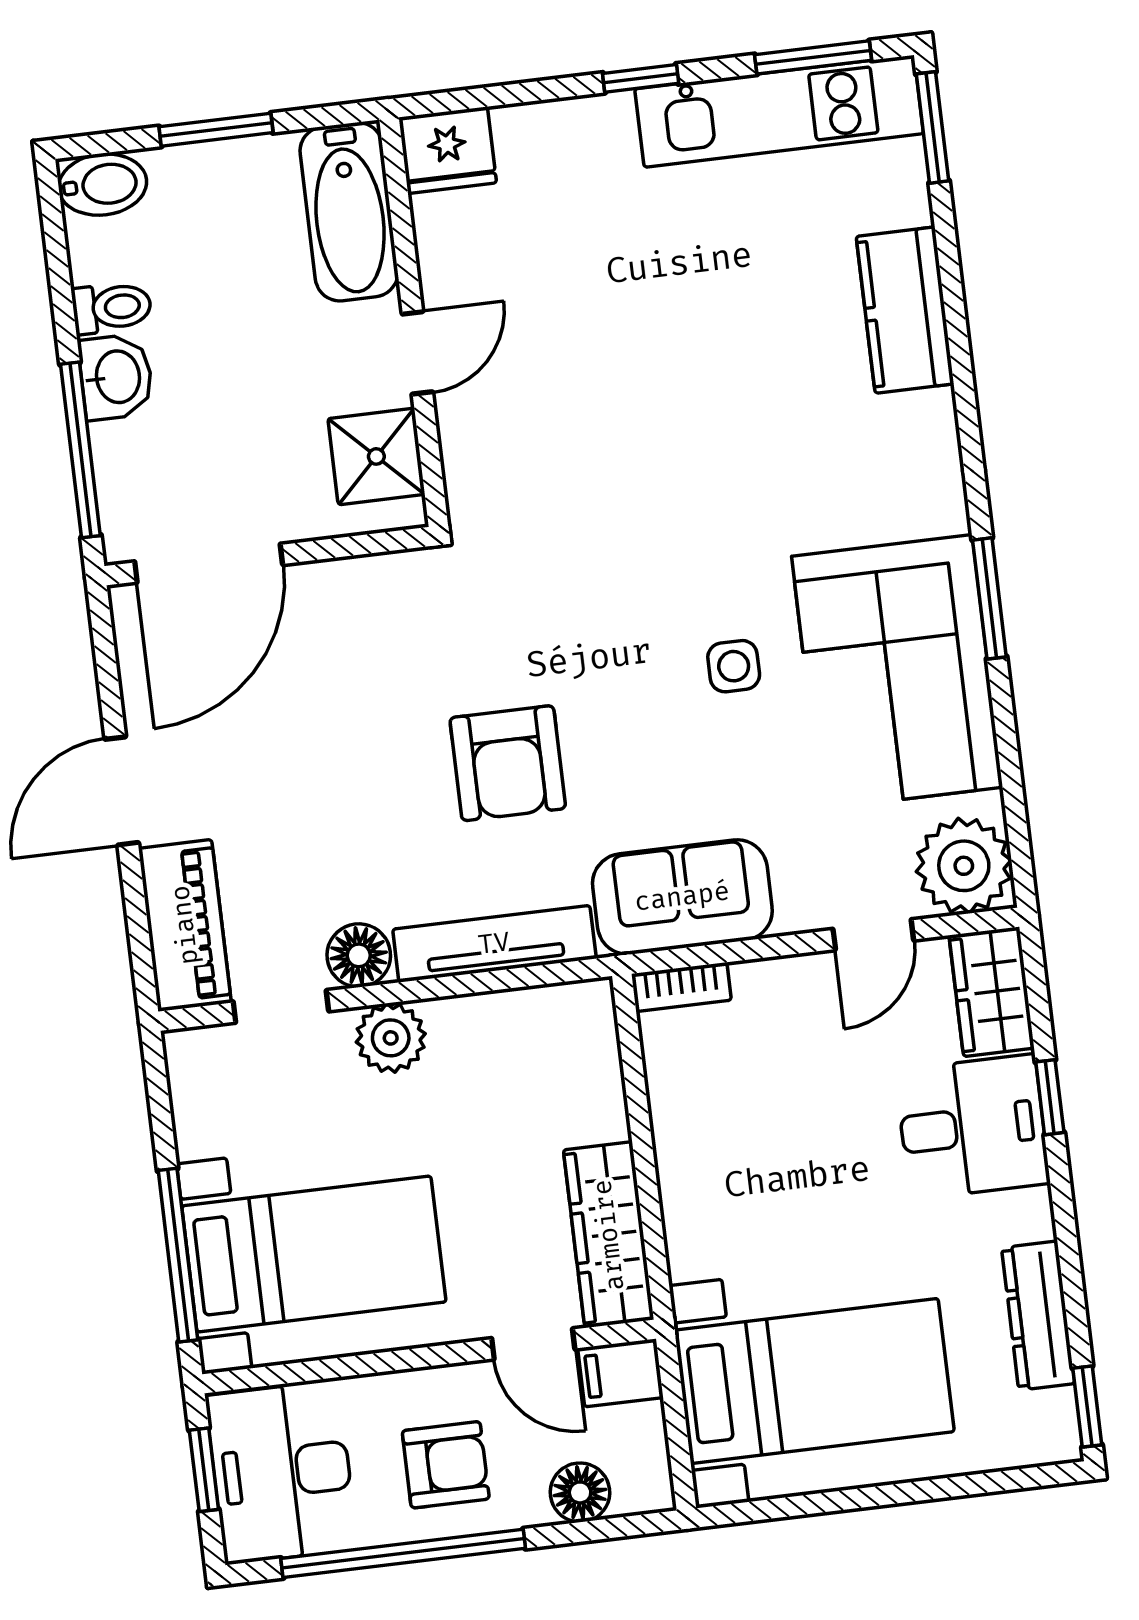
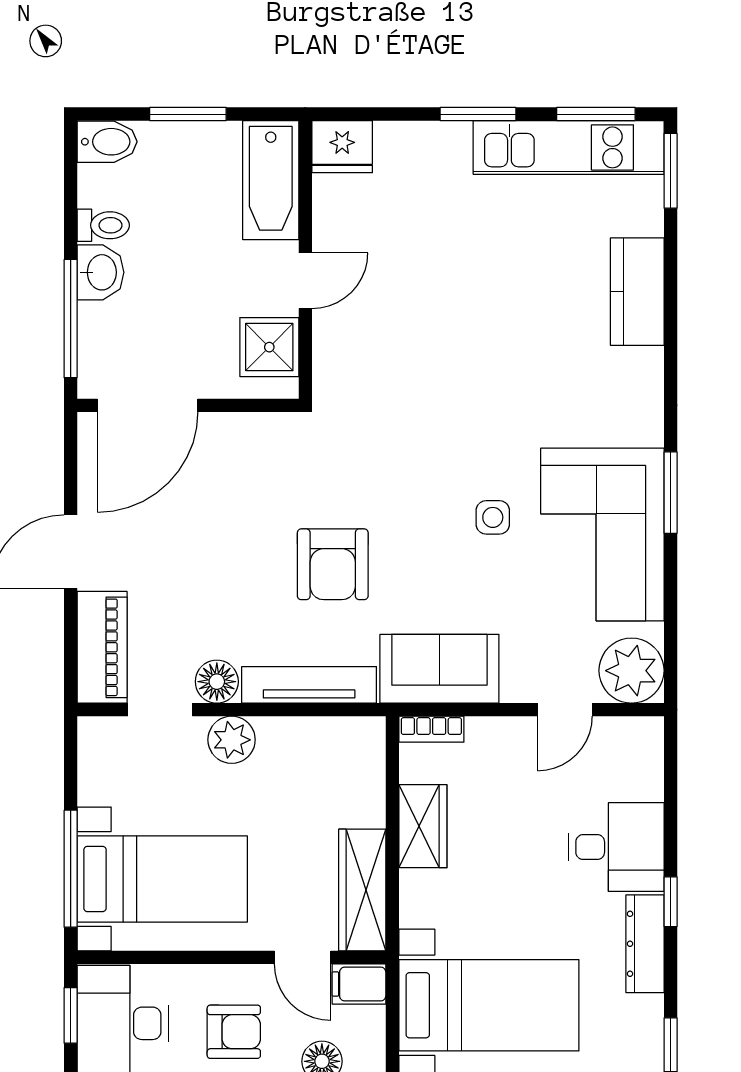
window: (641, 78) -> (478, 114), width x1.50
wardrobe: (992, 992) -> (423, 826), moved, turned 180
window: (1050, 1097) -> (671, 902), moved
dresser: (1038, 1316) -> (645, 944), moved

